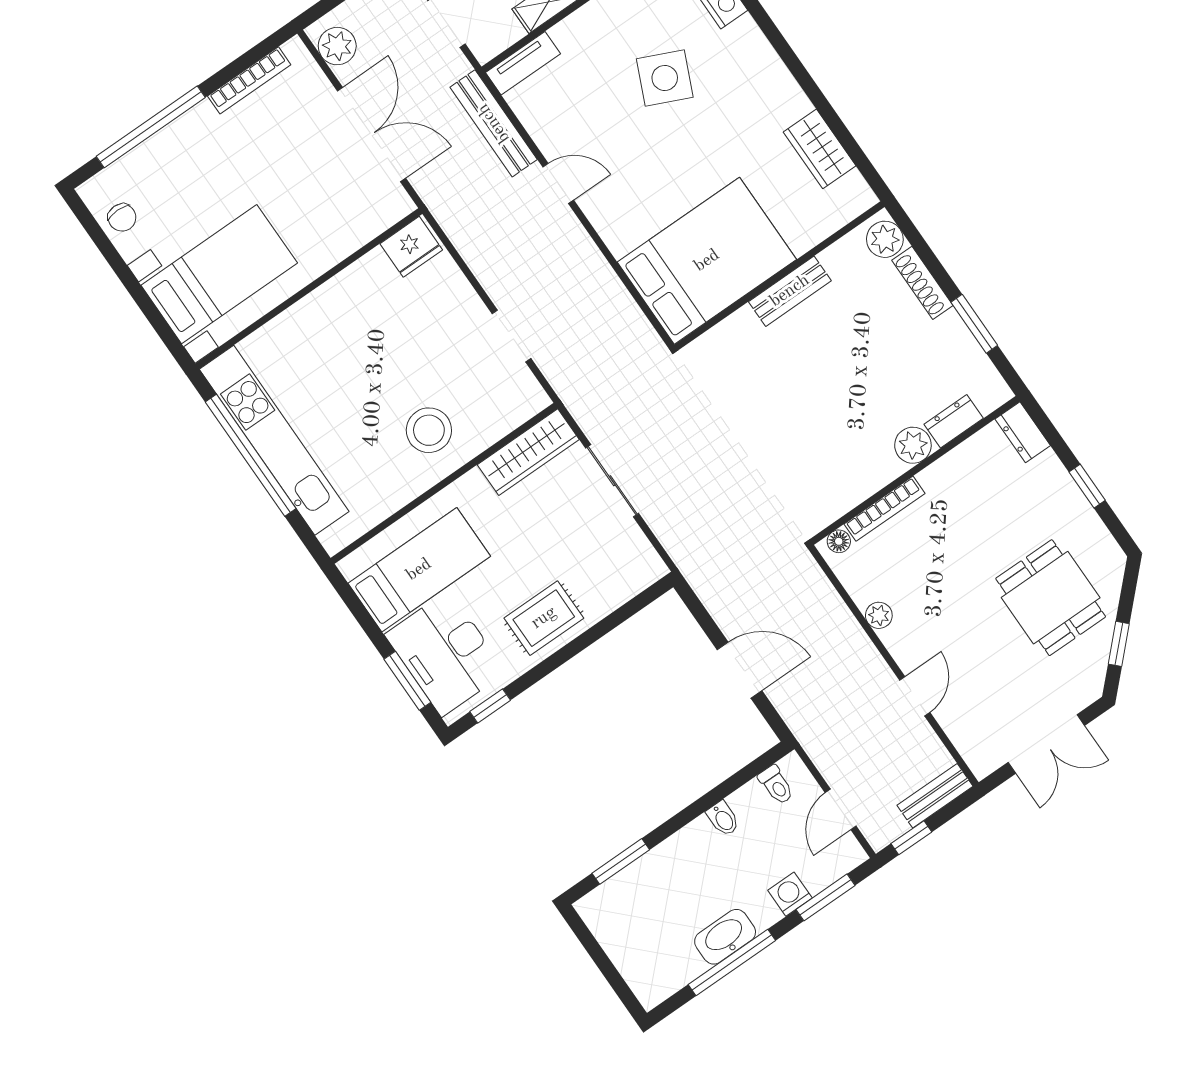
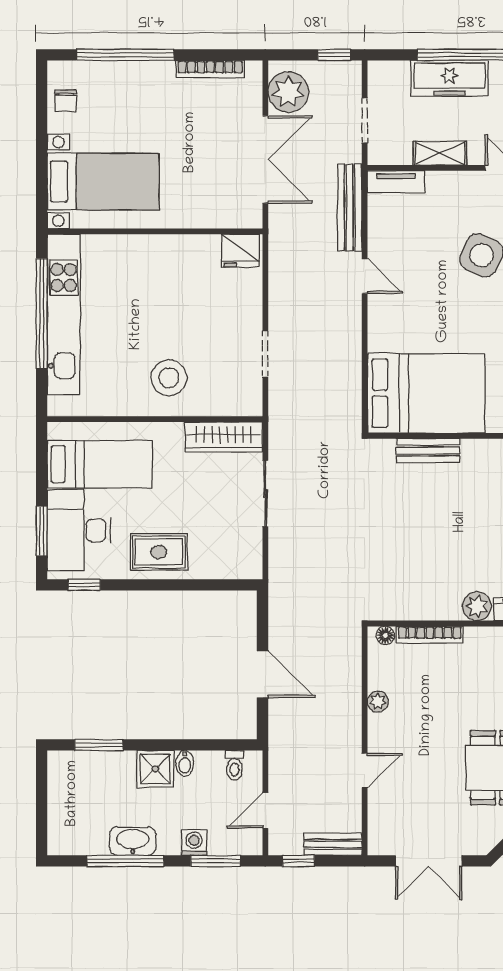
plant: (337, 46) -> (288, 92), width x1.36, depth x1.36
bench: (790, 291) -> (428, 451), moved
shower: (697, 846) -> (155, 769), added

